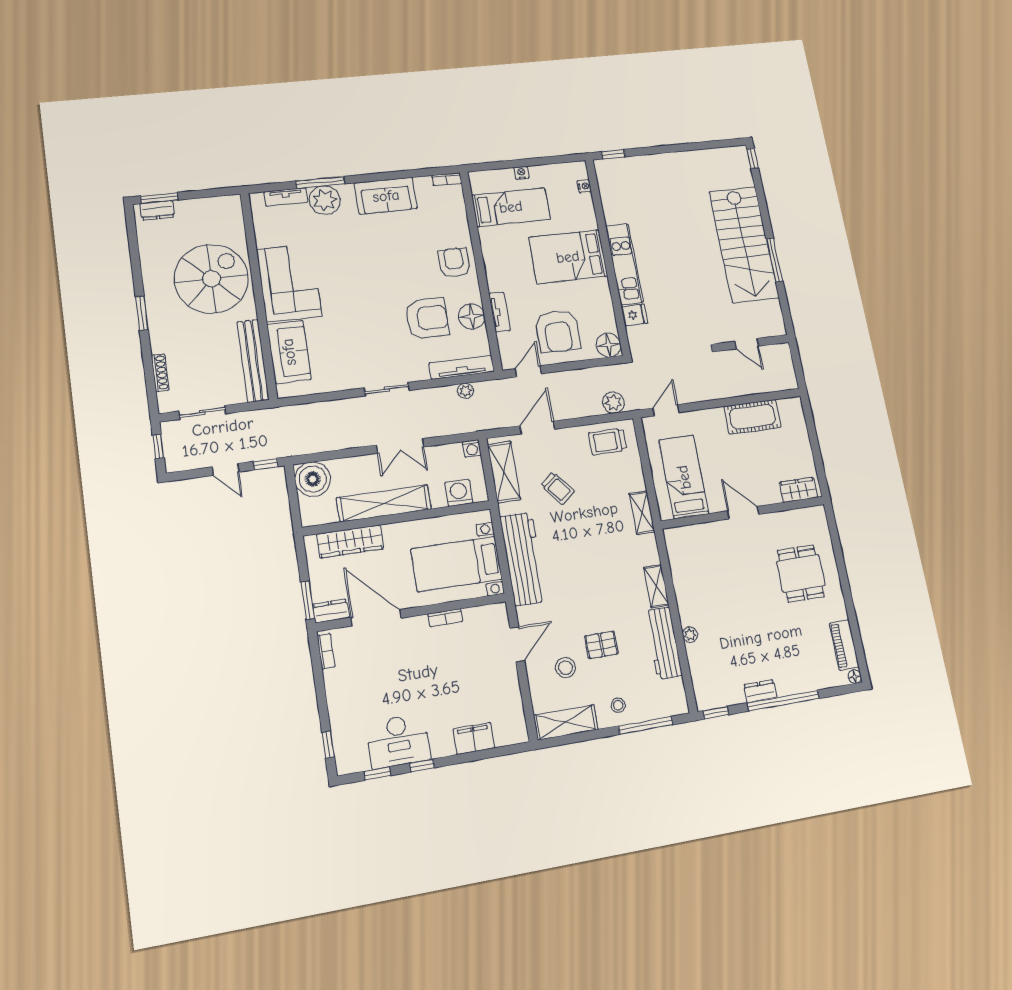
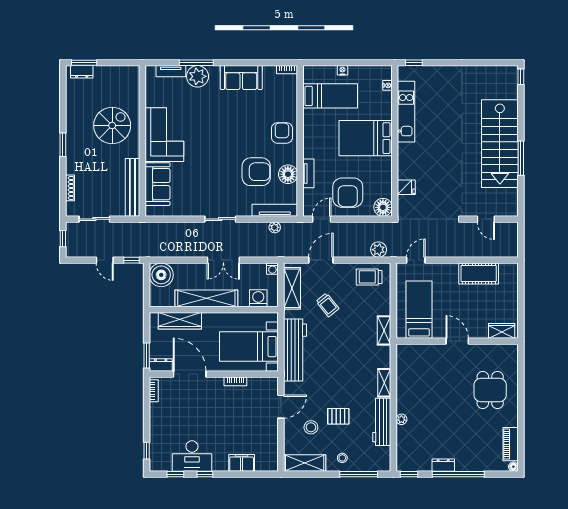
kitchen unit: (624, 264) -> (406, 112), moved
spiral stairs: (211, 279) -> (112, 125), width x0.73, depth x0.73

